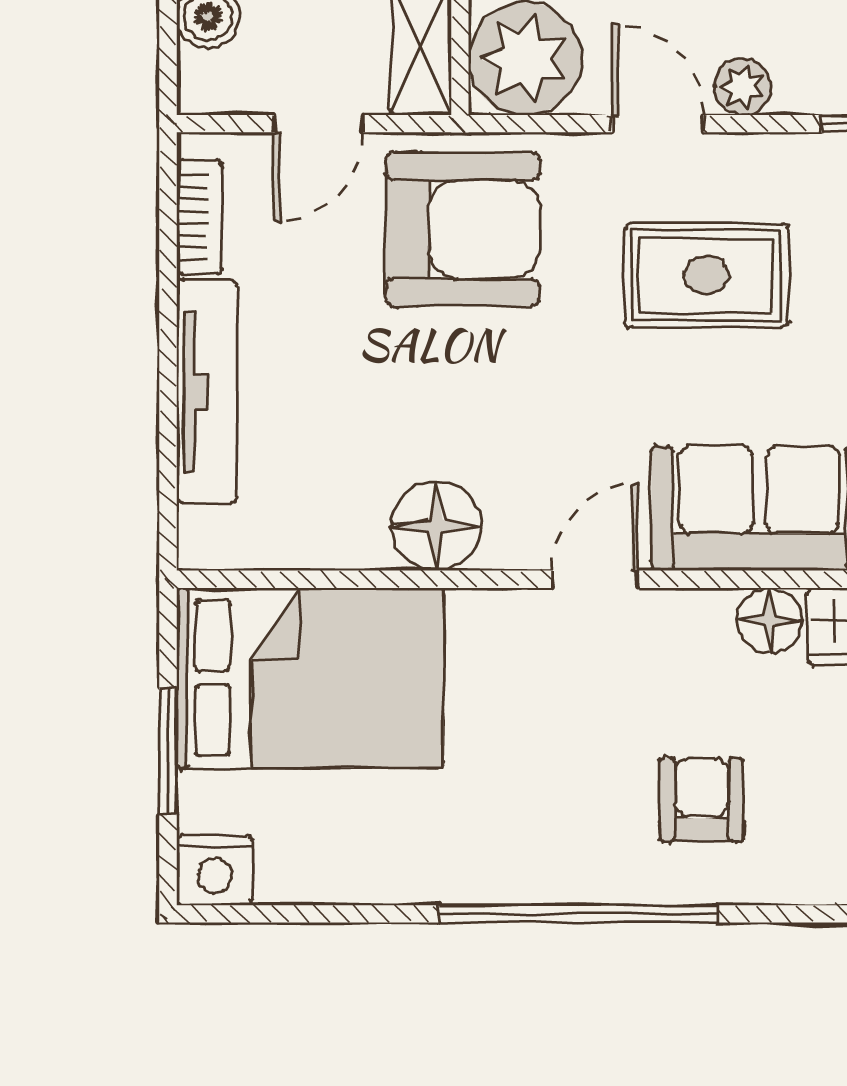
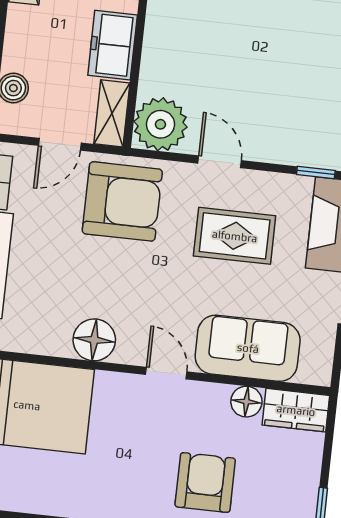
plant: (742, 87) -> (261, 149), removed
door: (595, 579) -> (166, 373), hinge flipped
armchair: (702, 800) -> (205, 482), width x1.38, depth x1.38

